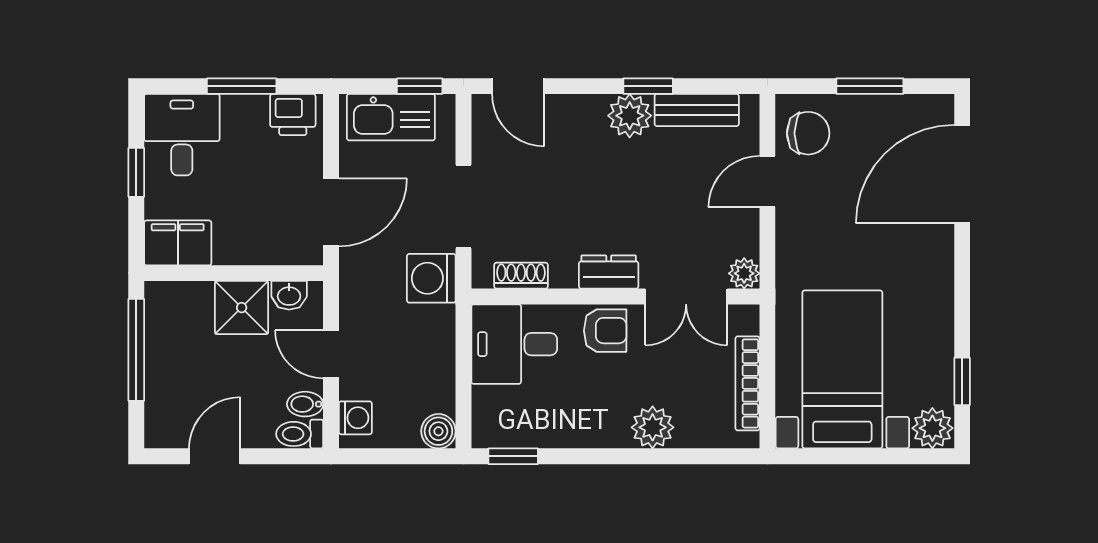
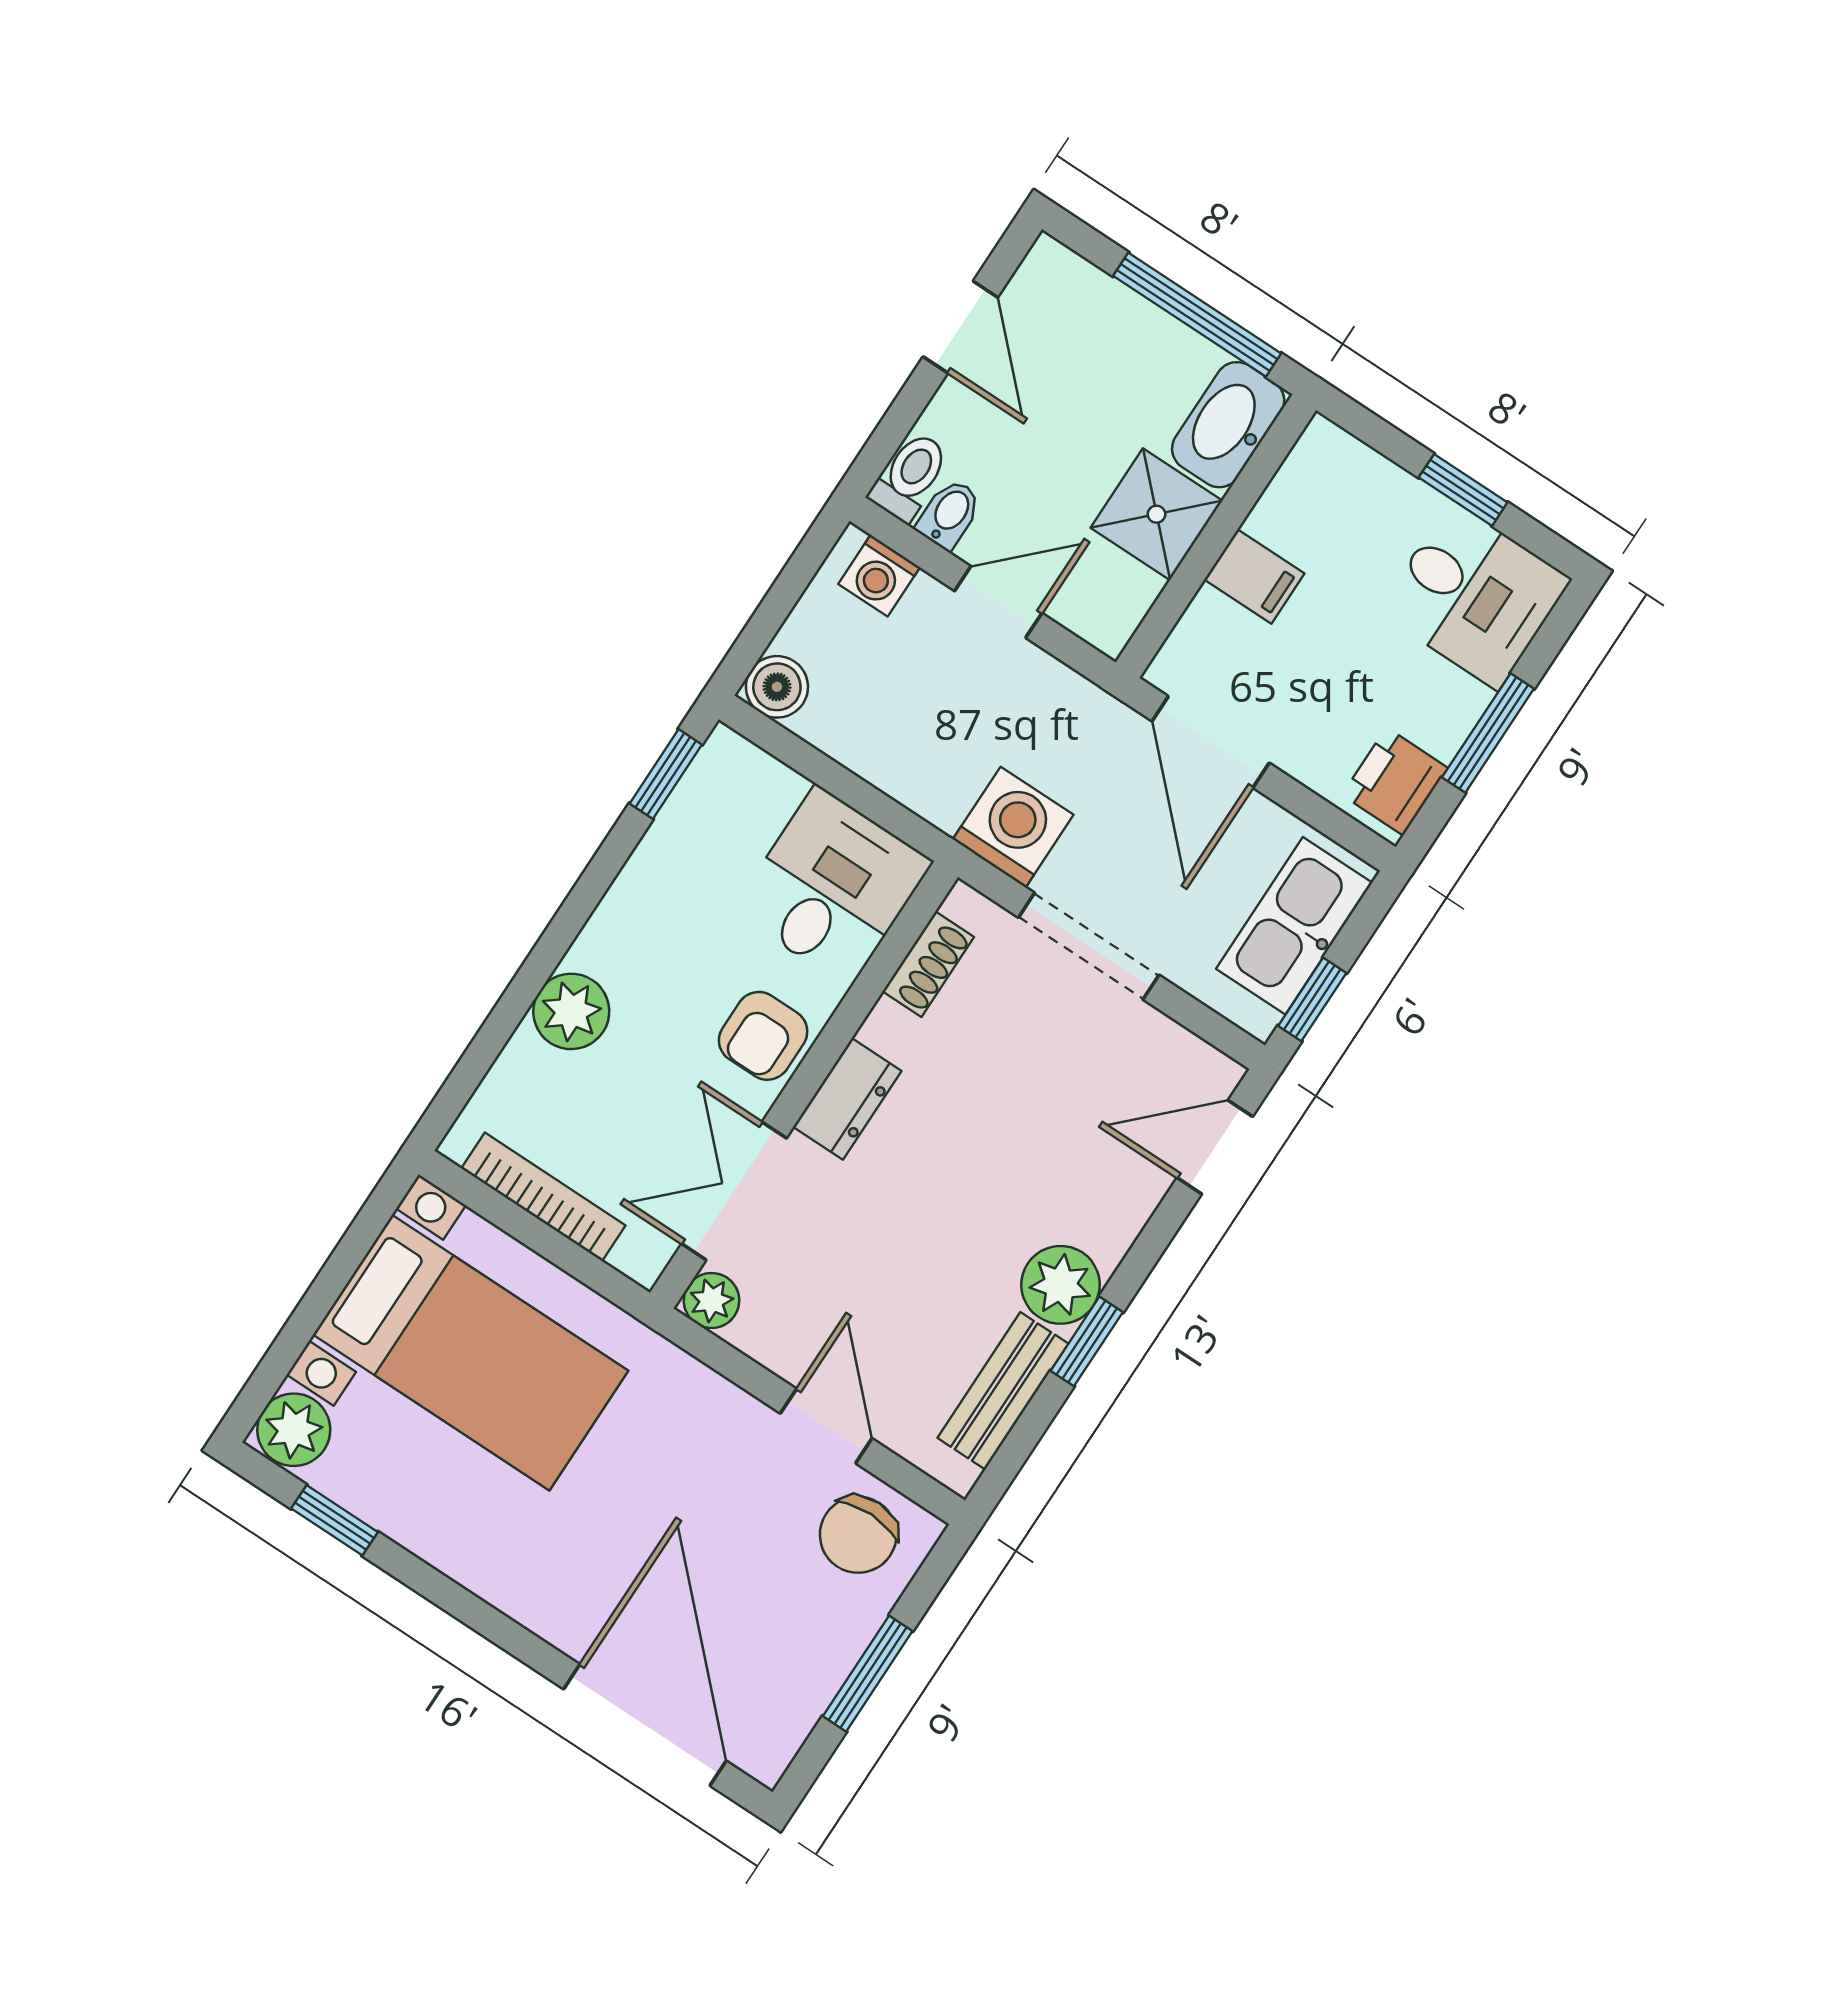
filing cabinet: (178, 243) -> (1254, 577), moved, width x0.50
washbasin: (289, 295) -> (1228, 425), moved, width x1.91, depth x1.45

